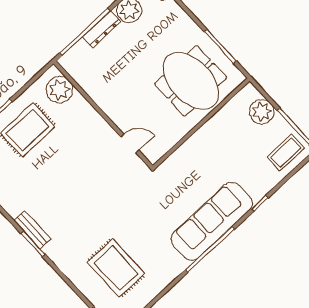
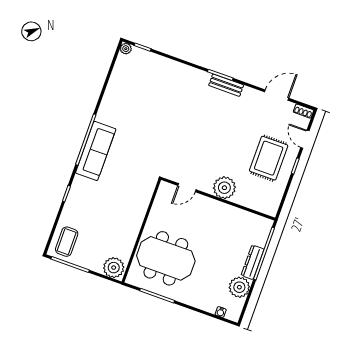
plant: (59, 90) -> (224, 188), moved
plant: (262, 112) -> (114, 268), moved
sofa: (212, 221) -> (96, 151), width x0.74, depth x0.79
rug: (116, 268) -> (149, 89), removed

